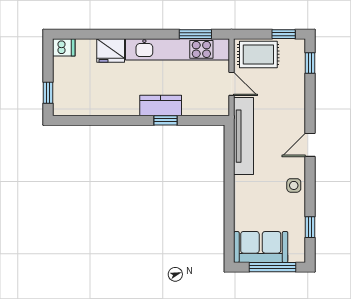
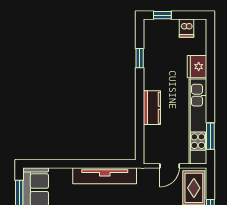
dishwasher: (64, 47) -> (187, 28), moved
window: (165, 120) -> (140, 58), moved
tv unit: (244, 136) -> (105, 176), moved

